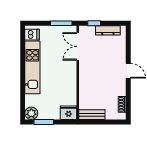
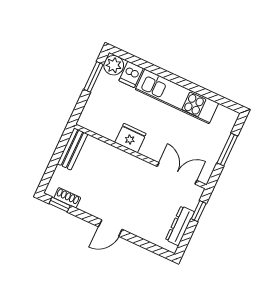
window: (61, 23) -> (227, 149), moved
dishwasher: (32, 35) -> (131, 74), moved
window: (128, 107) -> (60, 205), added
fridge: (69, 113) -> (130, 138), moved, turned -90

